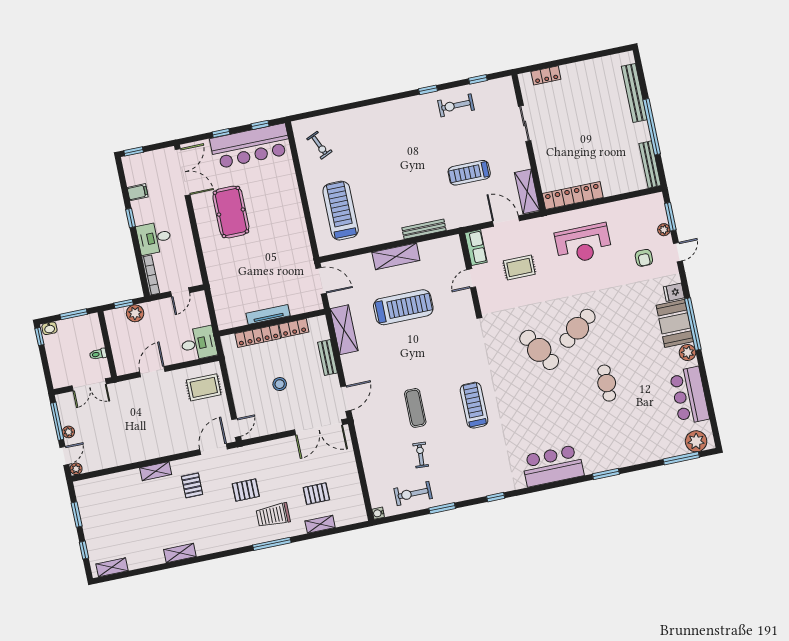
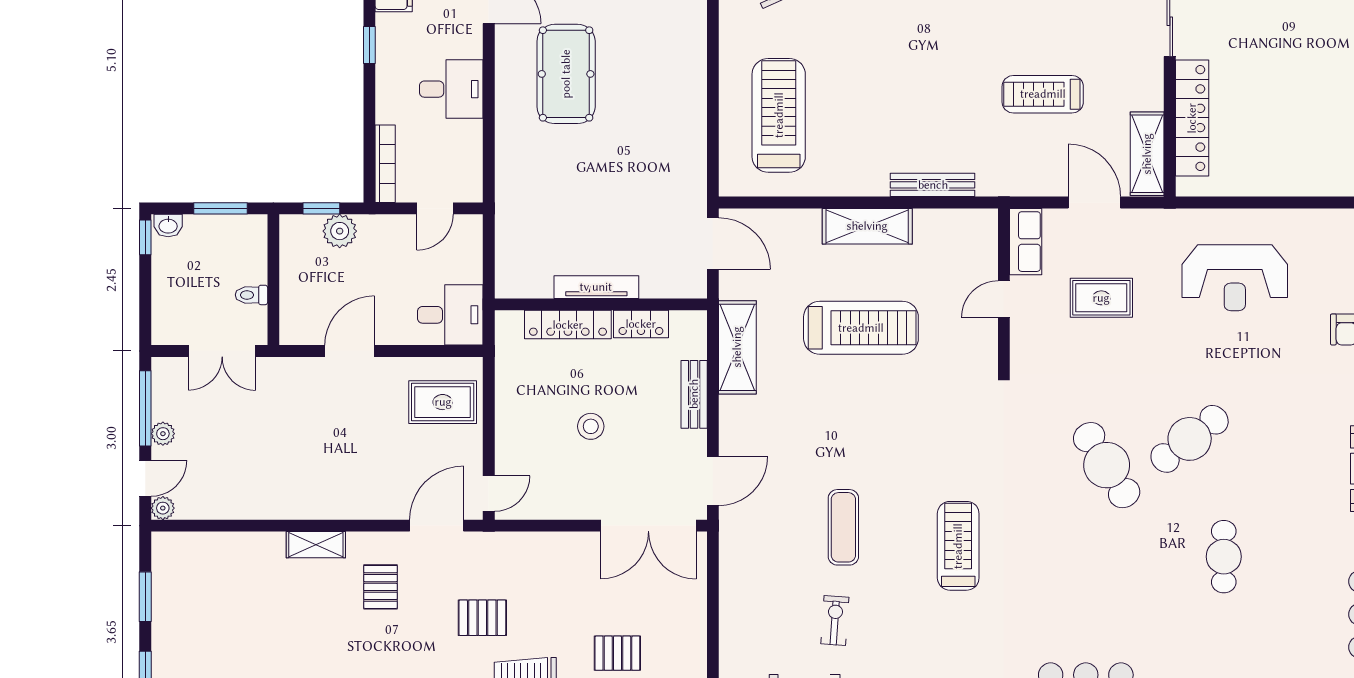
locker: (573, 196) -> (1192, 118), moved, turned 90
desk: (154, 238) -> (451, 89), moved, turned 180

